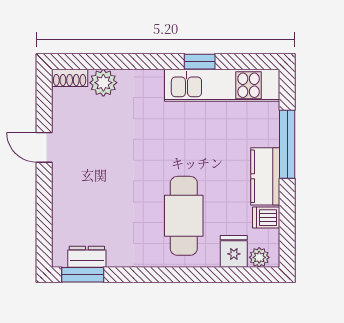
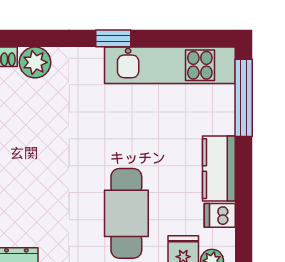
window: (200, 62) -> (113, 38), moved
window: (287, 144) -> (244, 98), moved

